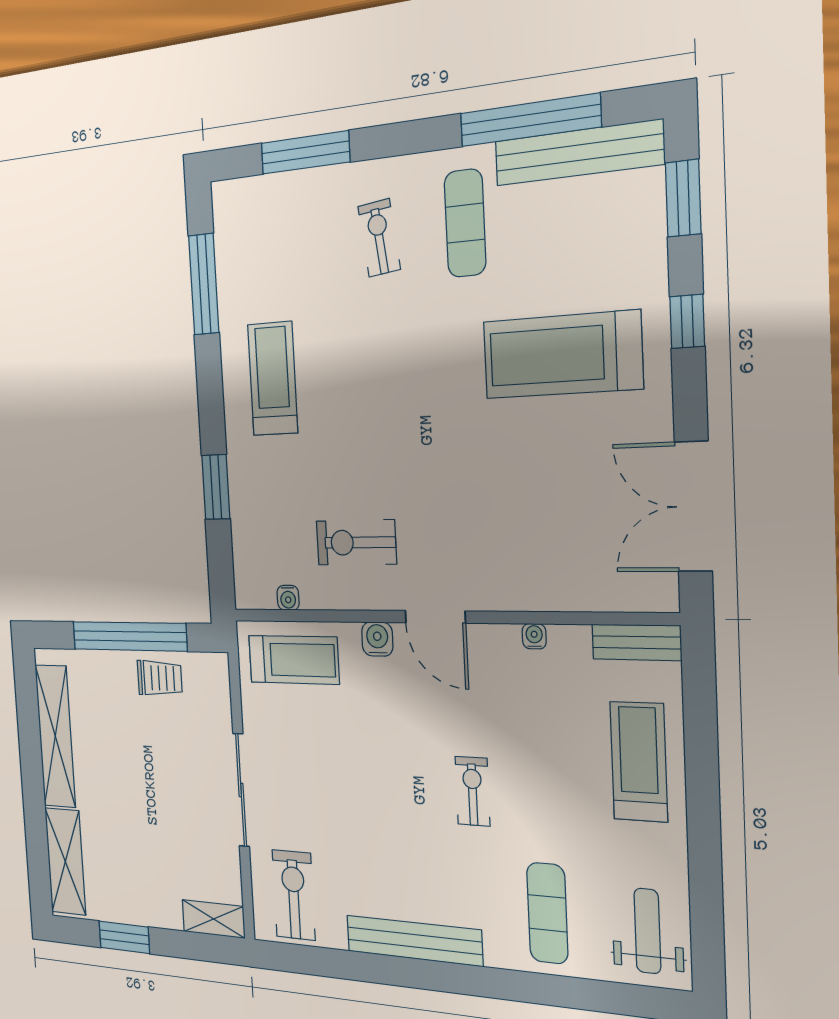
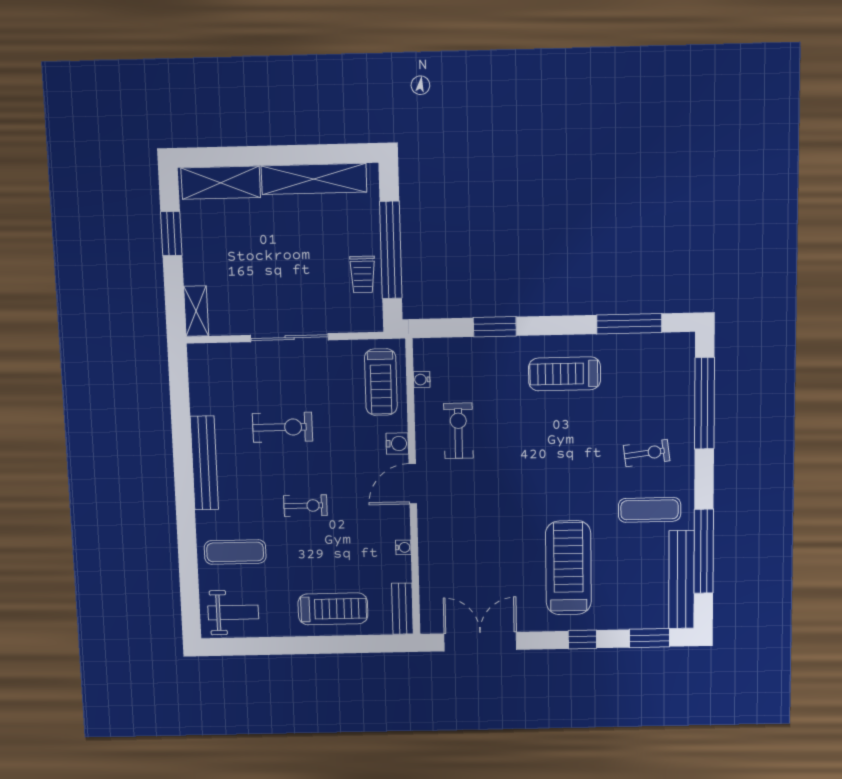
window: (305, 153) -> (705, 403), width x1.46
treadmill: (273, 379) -> (565, 374), turned 180
exercise bike: (294, 895) -> (282, 427), moved

